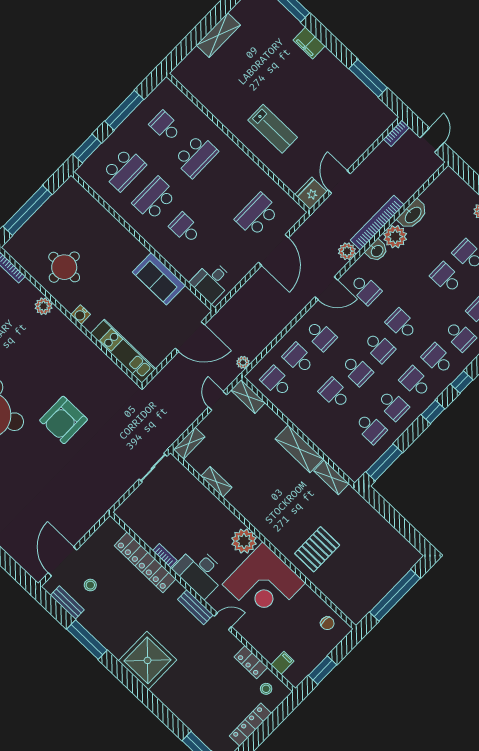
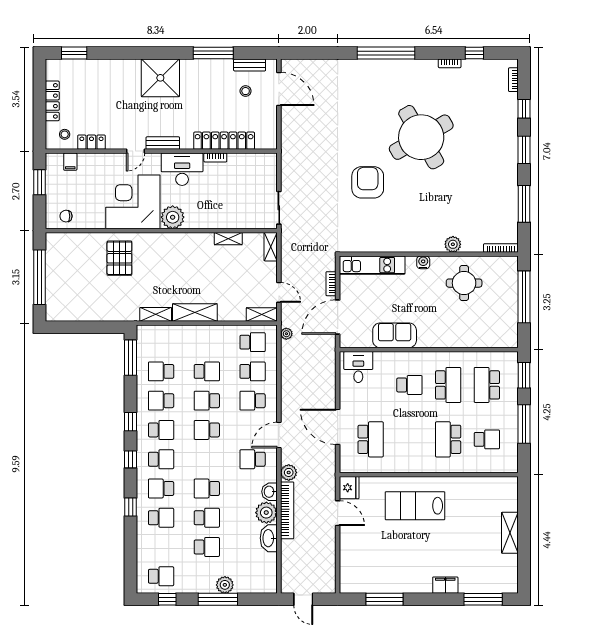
lab bench: (273, 129) -> (415, 506), width x1.36, depth x1.39
bookcase: (396, 133) -> (331, 284), moved
school desk: (401, 324) -> (207, 488), moved, turned 180

